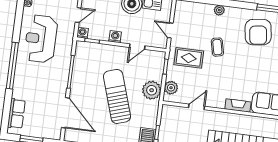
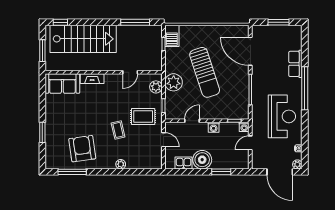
row of seats: (16, 114) -> (295, 64), moved

